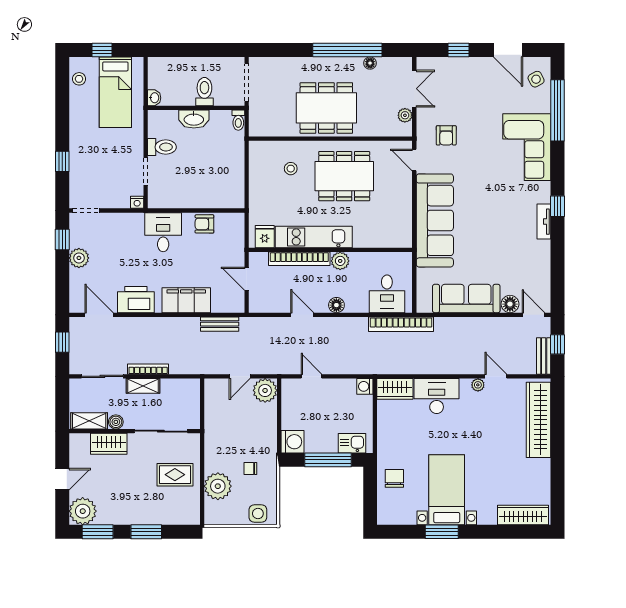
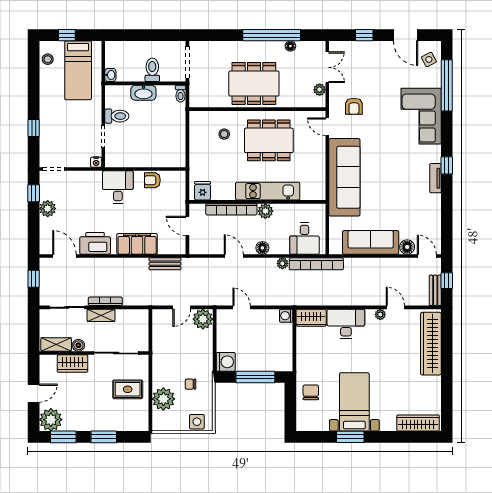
kitchen unit: (314, 237) -> (268, 191), moved
plant: (361, 324) -> (282, 263), added
kitchen sink: (352, 443) -> (275, 363), removed

